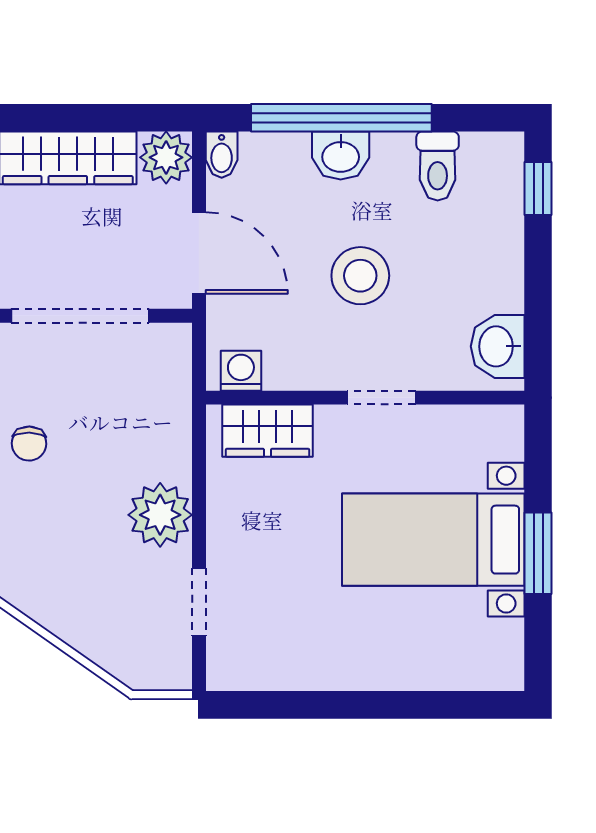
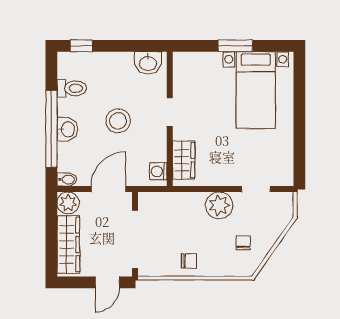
bed with nightstands: (433, 540) -> (256, 90), moved
chair: (72, 572) -> (243, 243), added

